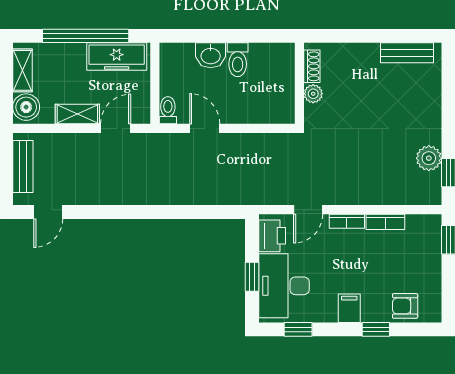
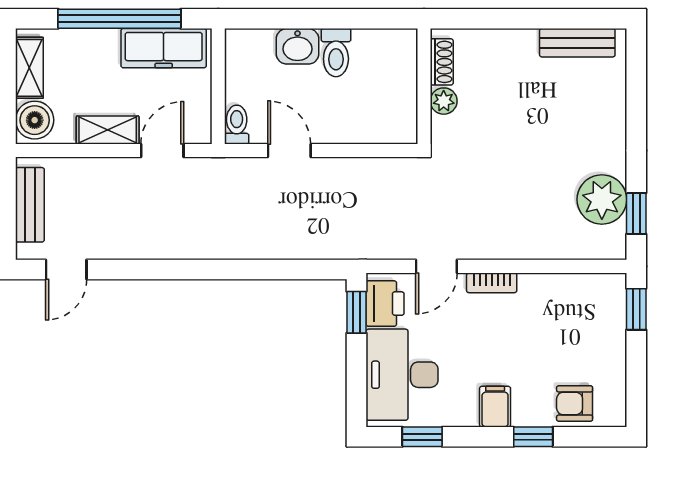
plant: (429, 158) -> (602, 199), width x1.36, depth x1.36
bookcase: (385, 222) -> (547, 284), removed
window: (252, 277) -> (356, 312), moved

